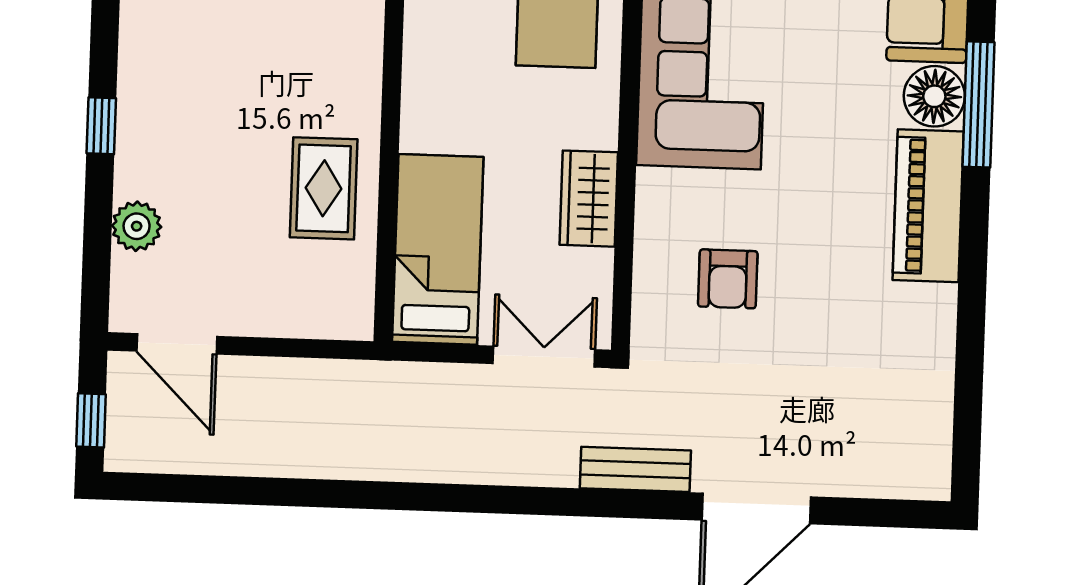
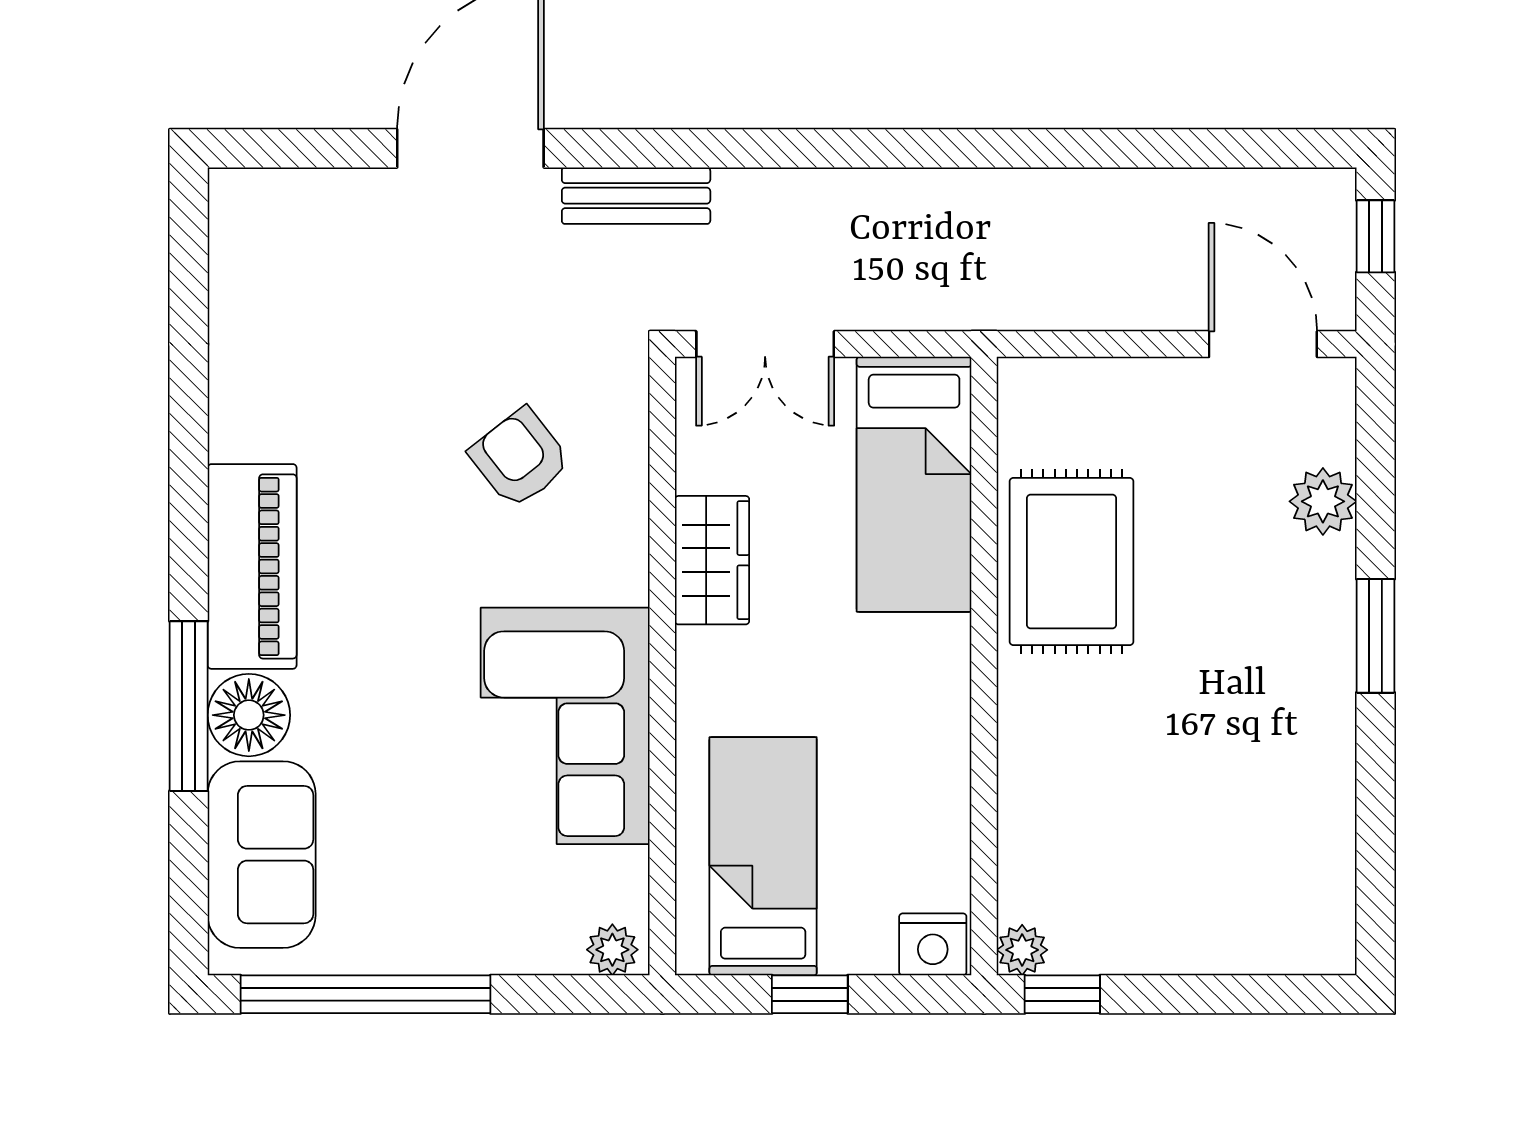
window: (101, 126) -> (1376, 636), width x1.50
rug: (324, 188) -> (1072, 561), width x1.36, depth x1.43
armchair: (728, 279) -> (520, 458), turned -38

